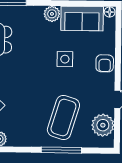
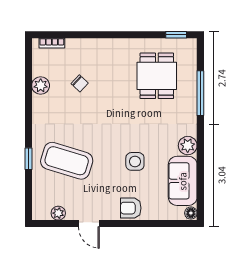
plant: (103, 125) -> (58, 213), width x0.53, depth x0.53
window: (61, 150) -> (28, 159), width x0.46

